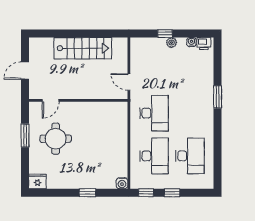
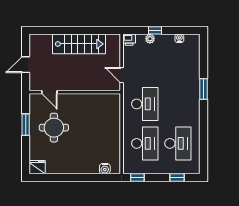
plant: (172, 43) -> (150, 39), moved
printer: (204, 44) -> (129, 40), moved
door: (51, 100) -> (49, 92), hinge flipped
water cooler: (122, 183) -> (105, 169), moved
window: (88, 193) -> (83, 178), removed
window: (172, 193) -> (177, 178), moved

